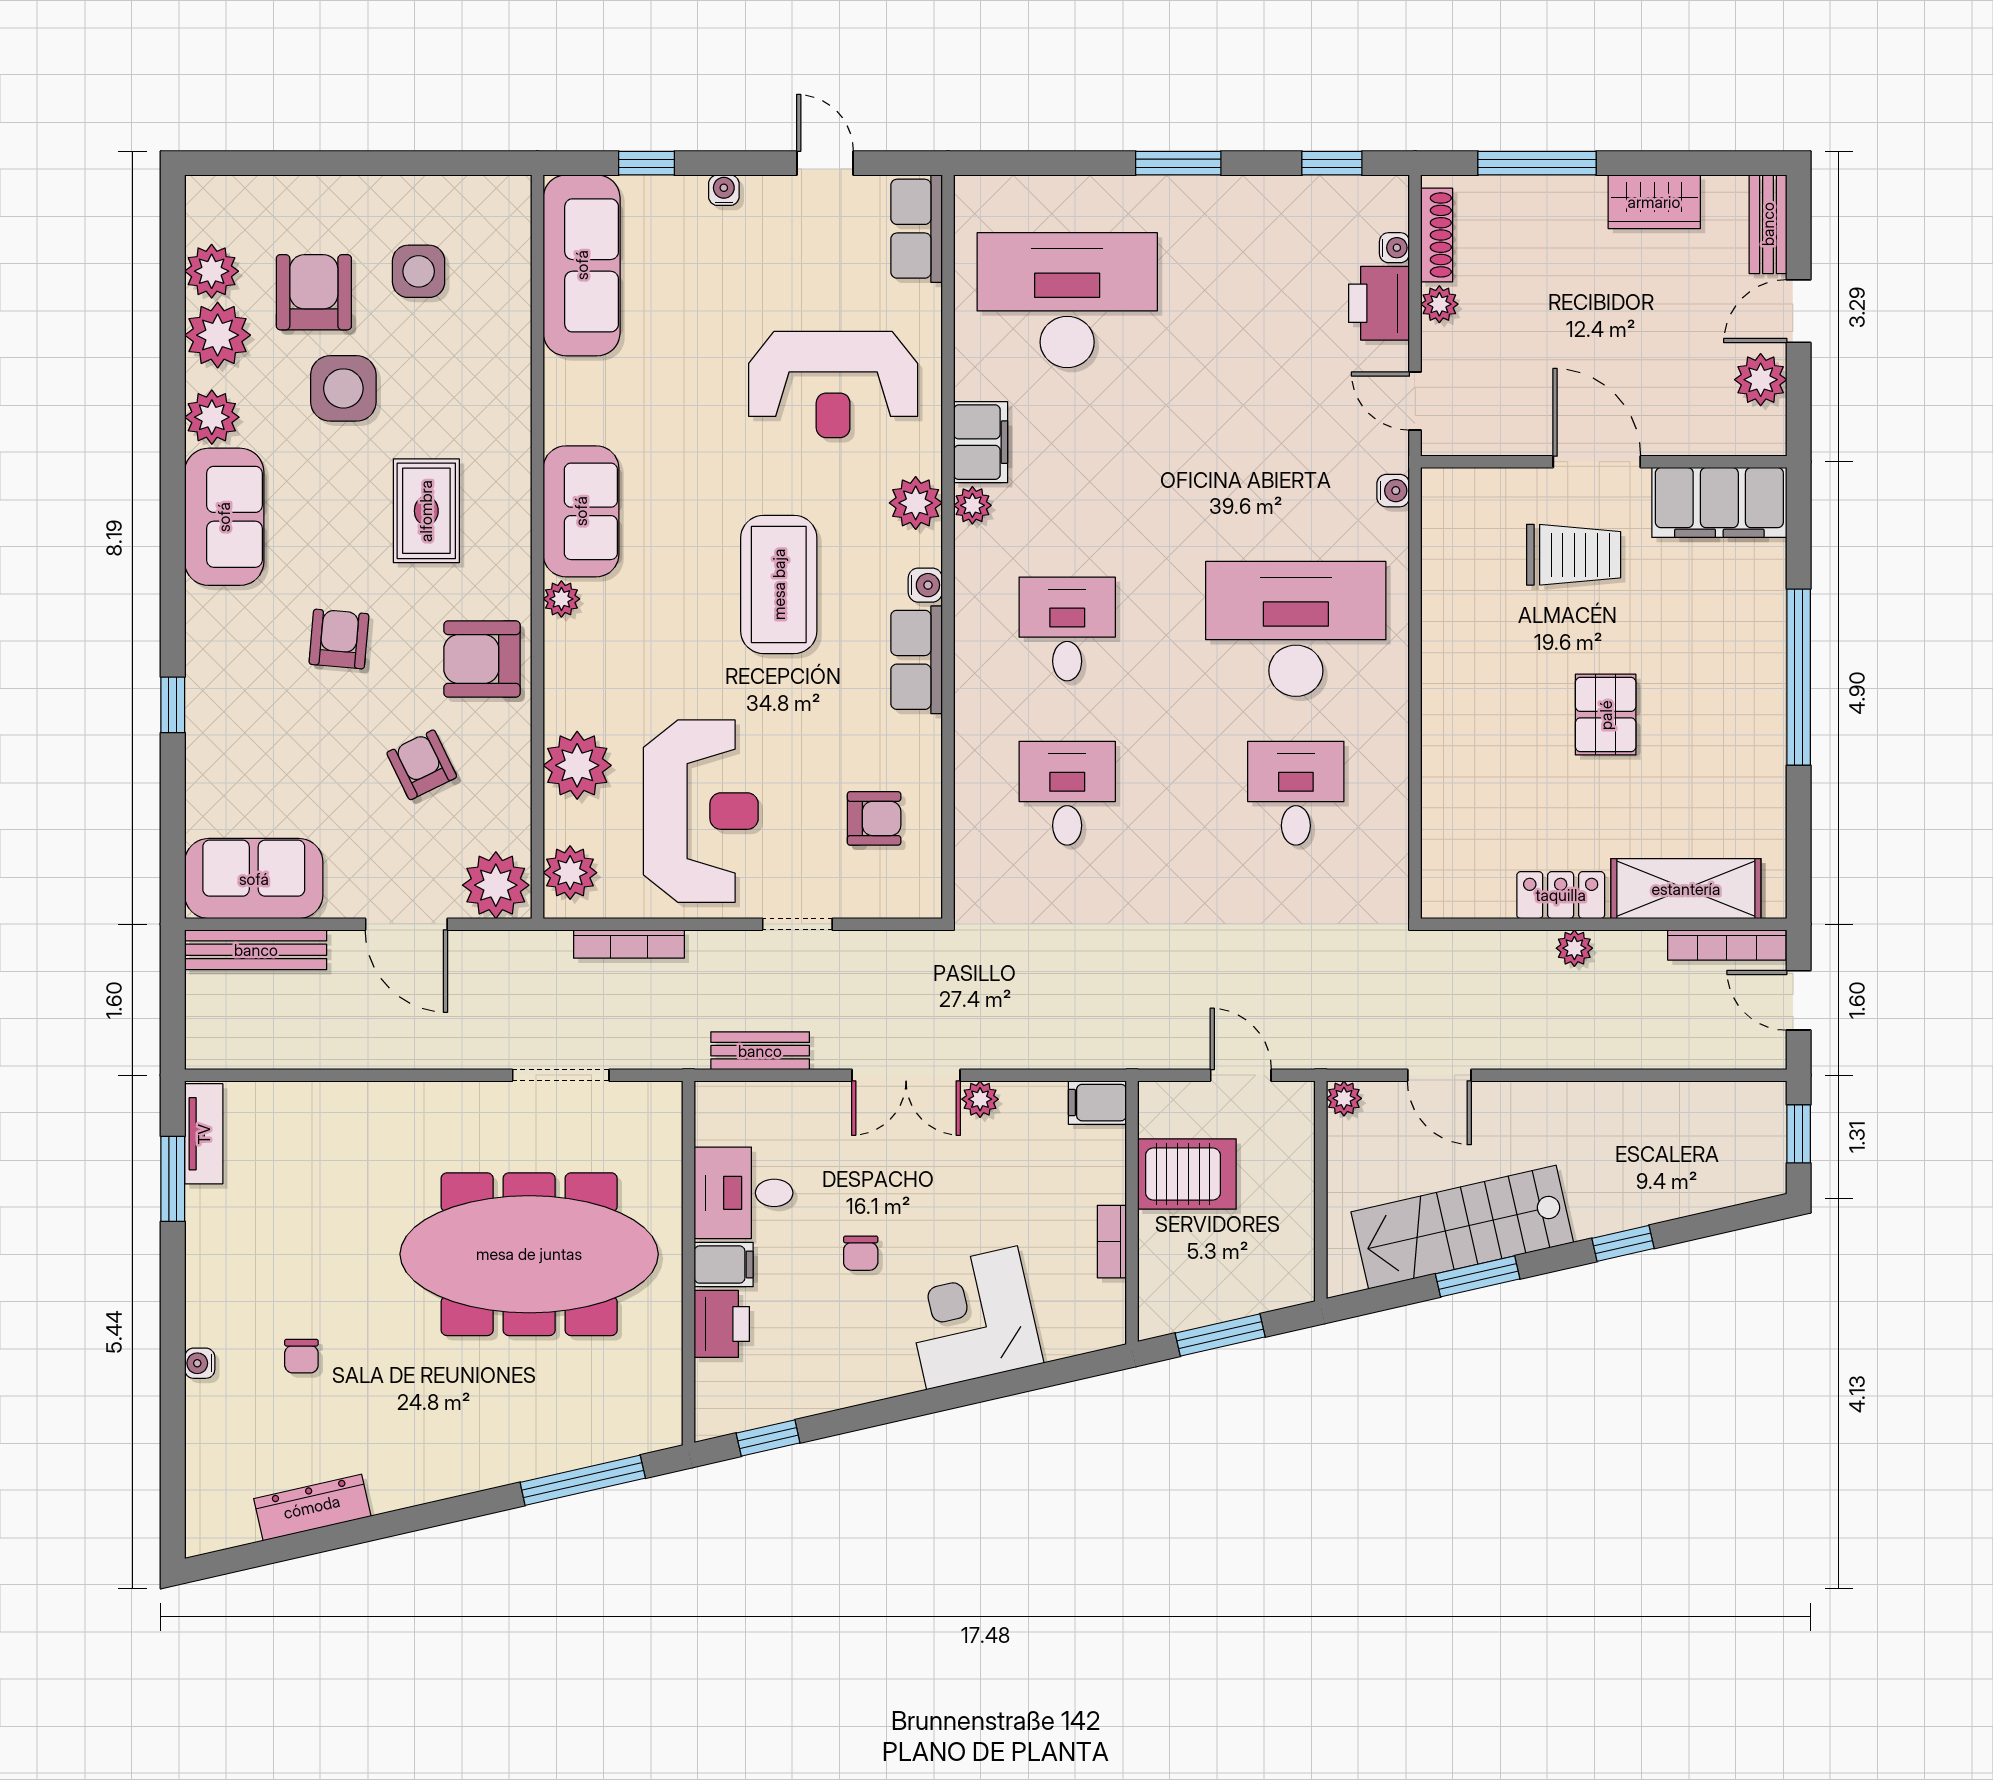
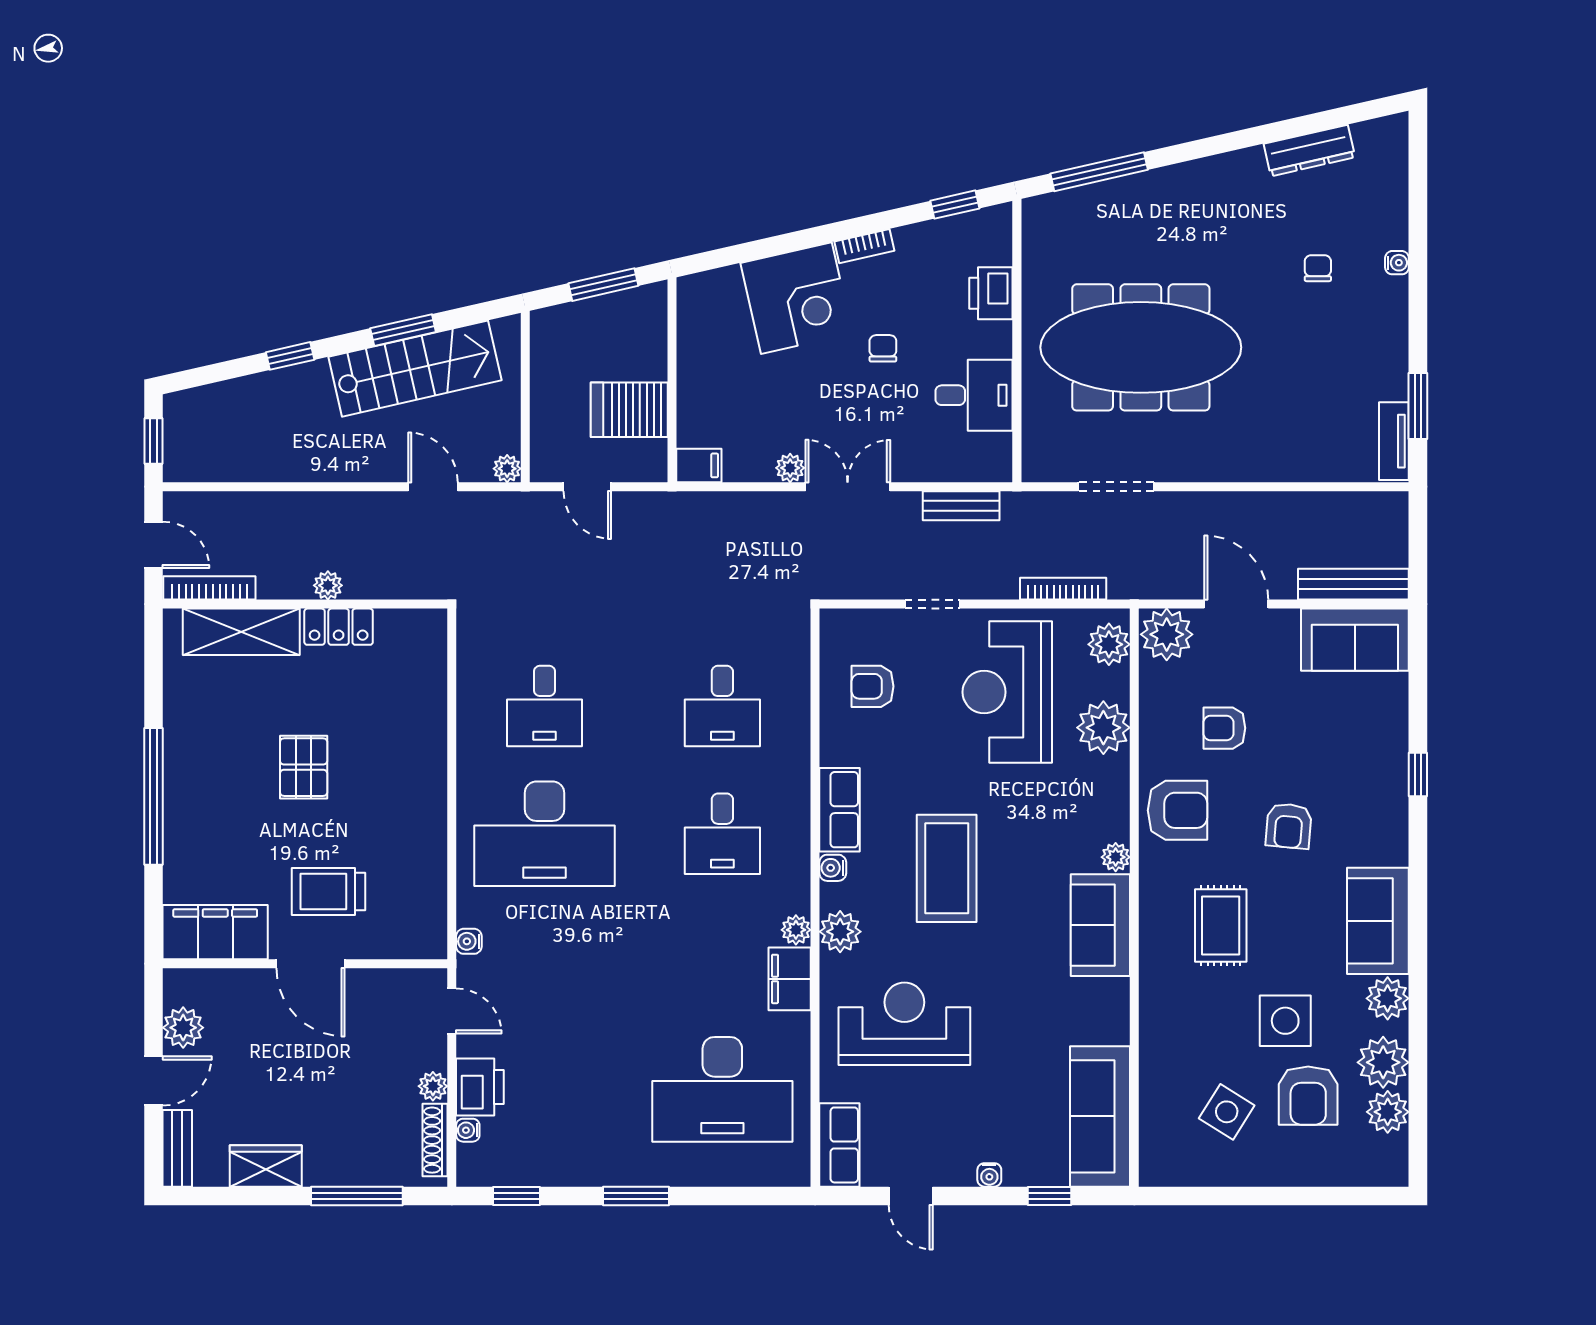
side table: (419, 271) -> (1227, 1112), turned 32
armchair: (422, 765) -> (1224, 728), turned 116
bookcase: (1112, 1242) -> (864, 246), moved, turned 77
filing cabinet: (724, 1265) -> (990, 339), removed

